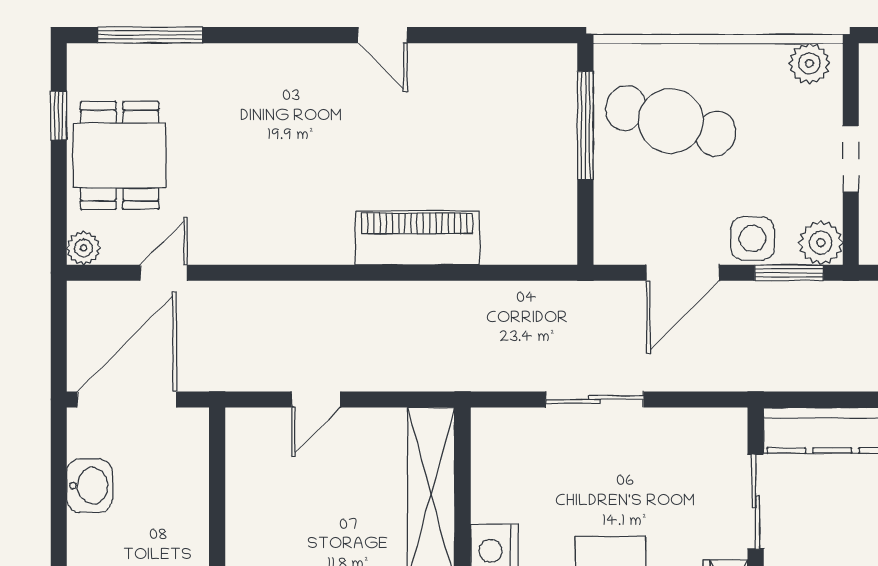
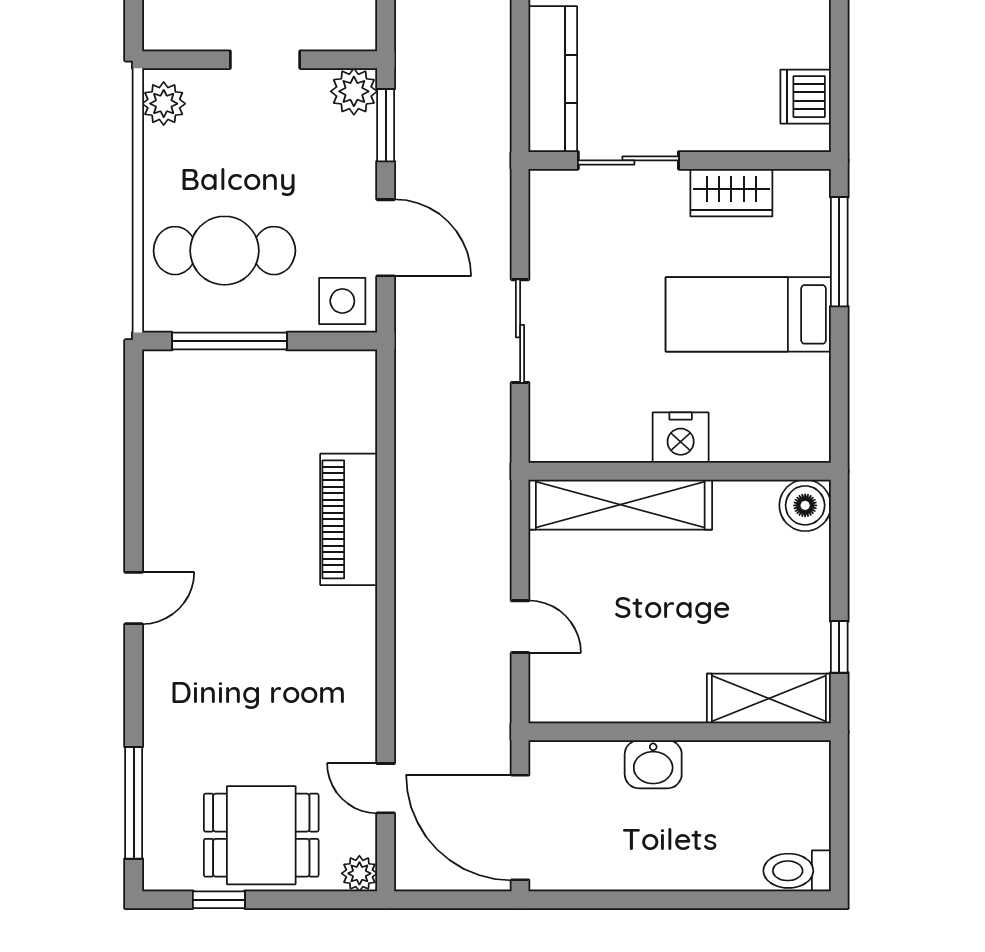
door: (383, 35) -> (134, 598), moved
cafe table: (671, 121) -> (224, 251), turned 74
side table: (753, 238) -> (342, 301), moved
washbasin: (89, 486) -> (653, 764), moved, turned 180

